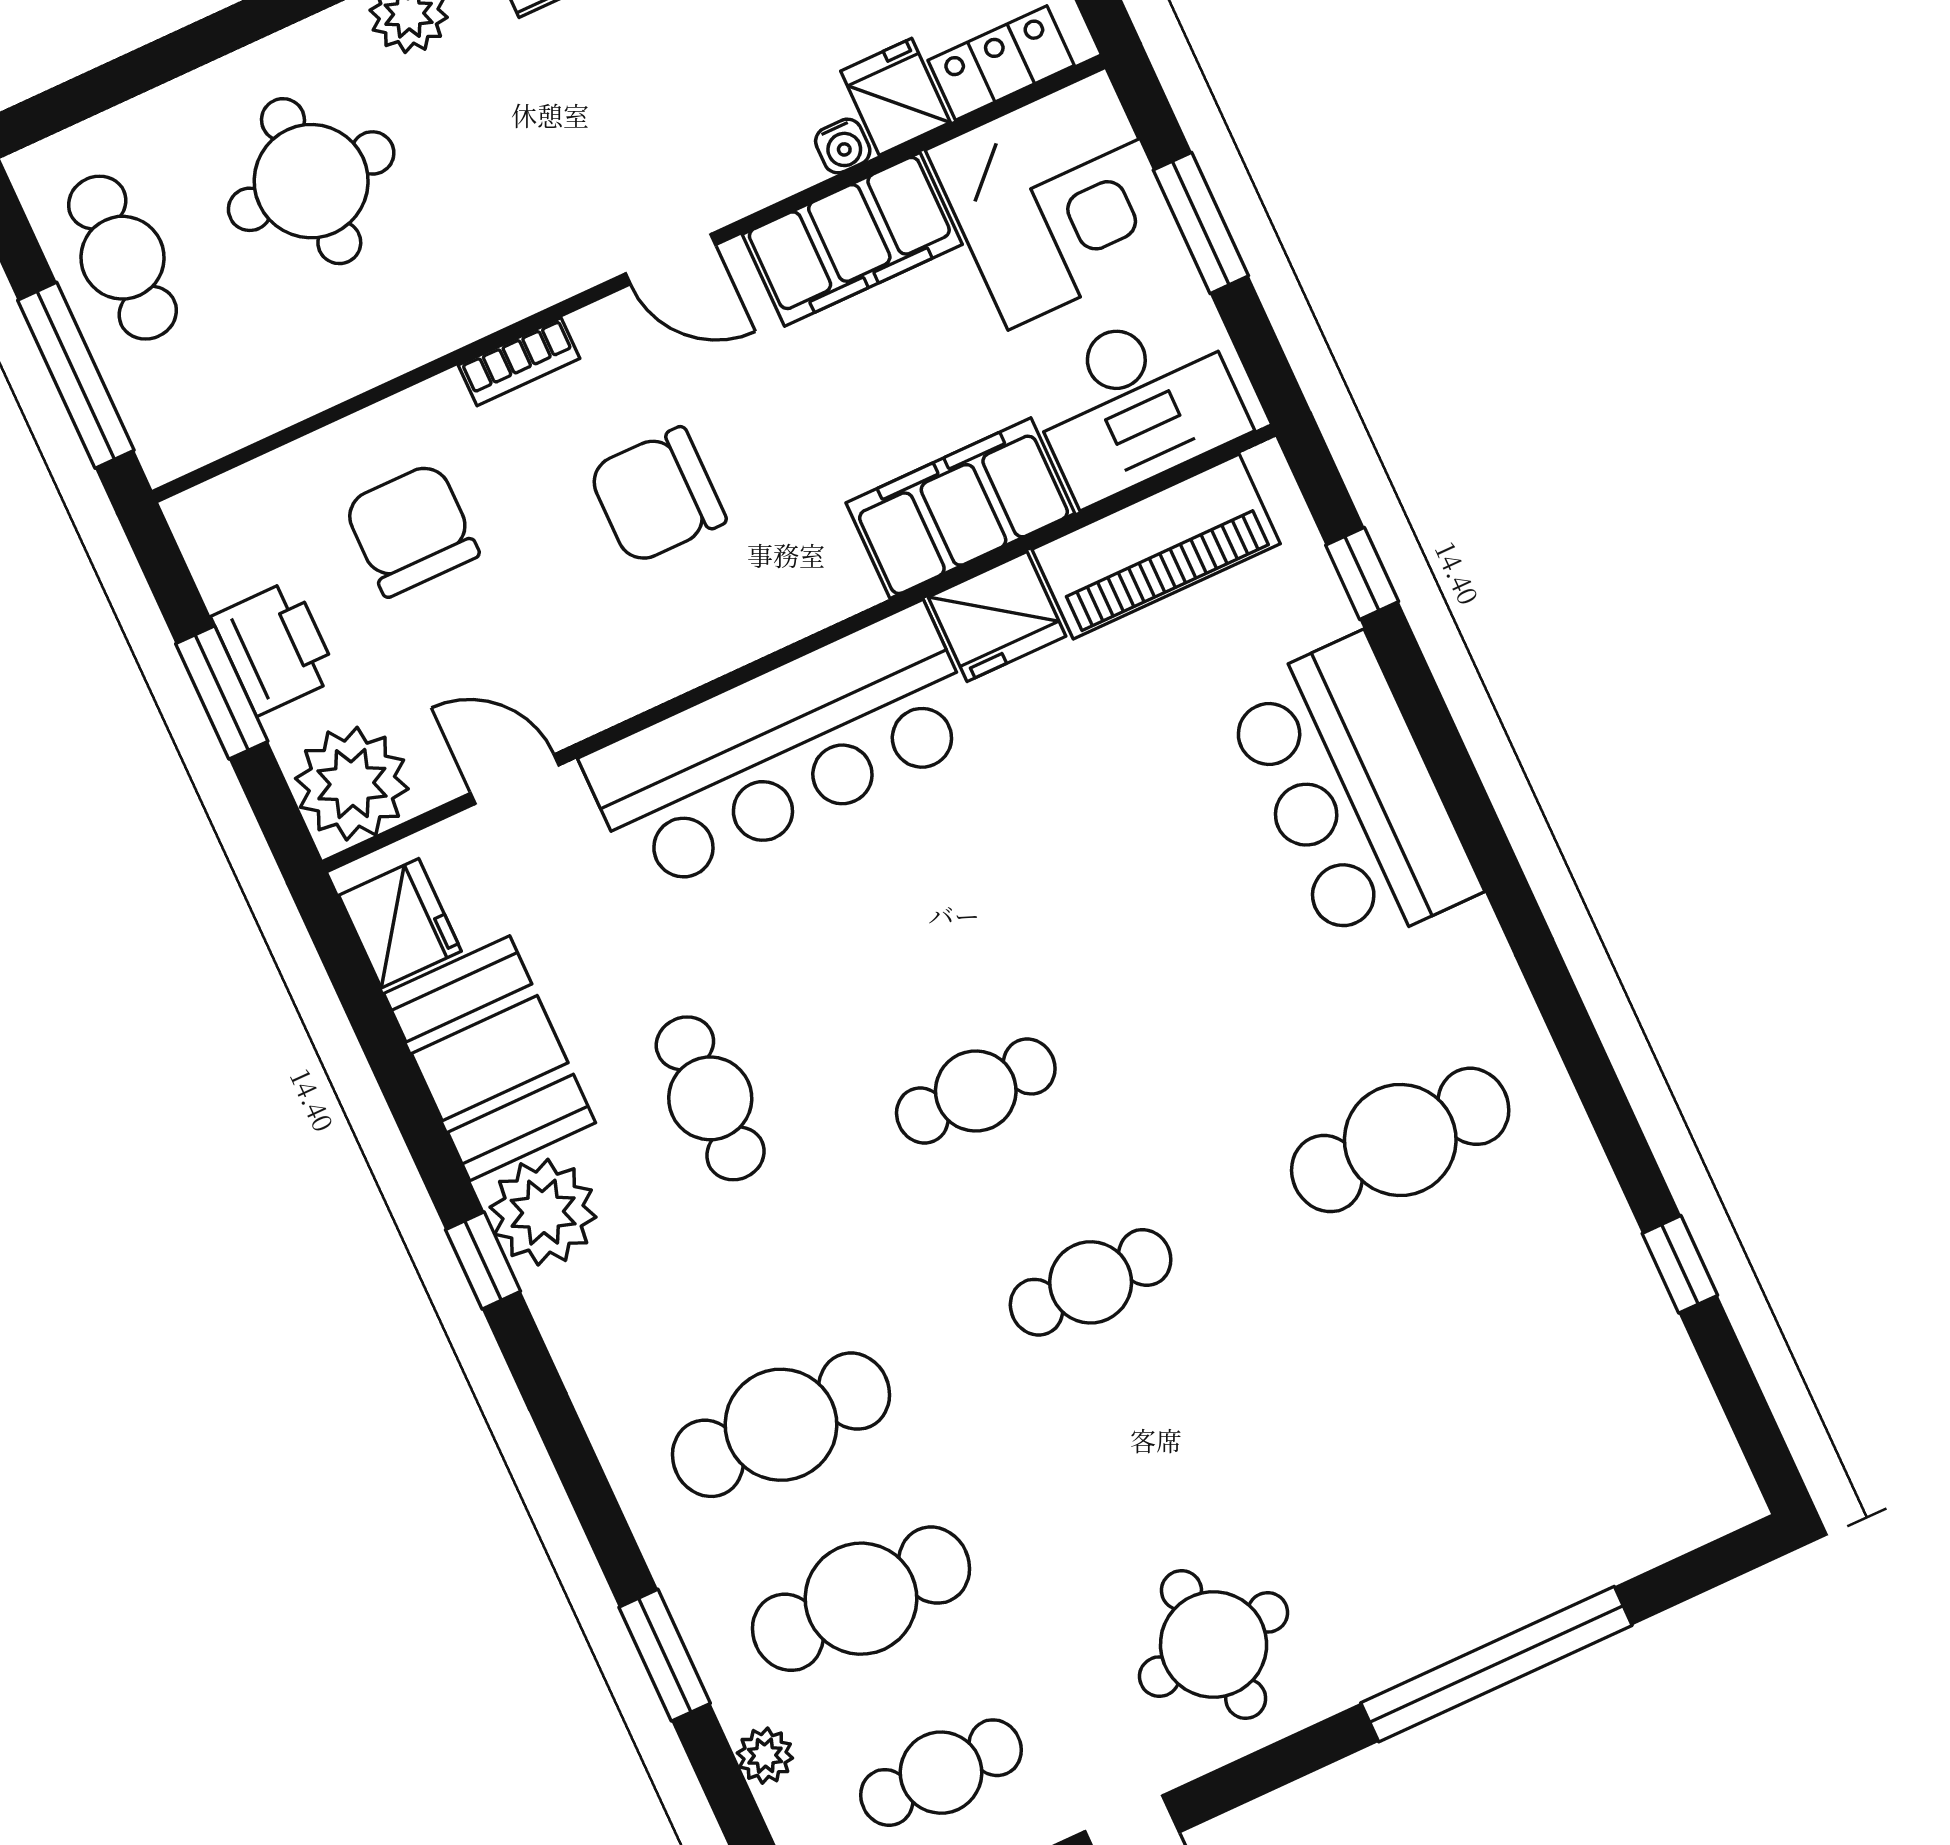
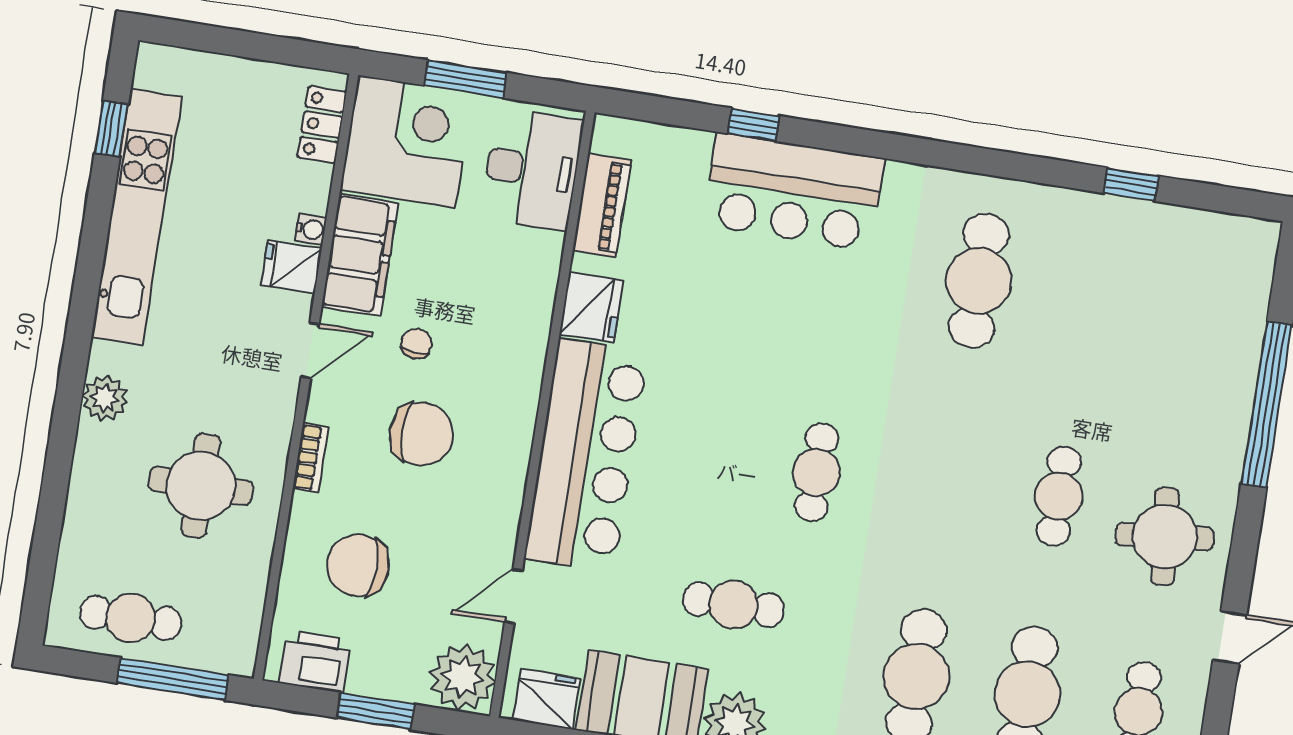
fridge: (896, 97) -> (291, 267), moved
round table: (311, 181) -> (201, 486), moved
chair: (780, 404) -> (417, 344), added
chair: (657, 496) -> (421, 434), turned -90
filing cabinet: (960, 508) -> (526, 290), removed
piano: (1156, 546) -> (602, 205), width x0.73, depth x0.75
window: (1362, 573) -> (754, 125), moved
printer: (275, 647) -> (315, 662), moved
cafe table: (1091, 1282) -> (1059, 496), moved

